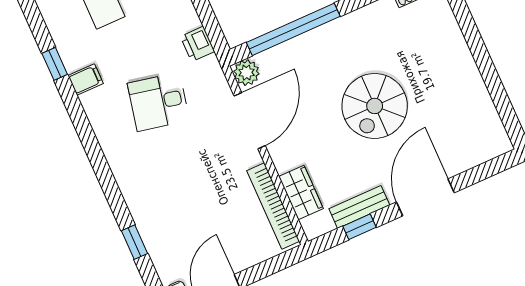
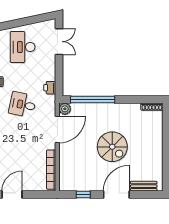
spiral stairs: (375, 106) -> (112, 147), turned -90
wardrobe: (301, 192) -> (65, 169), removed
bench: (359, 207) -> (144, 186), moved

